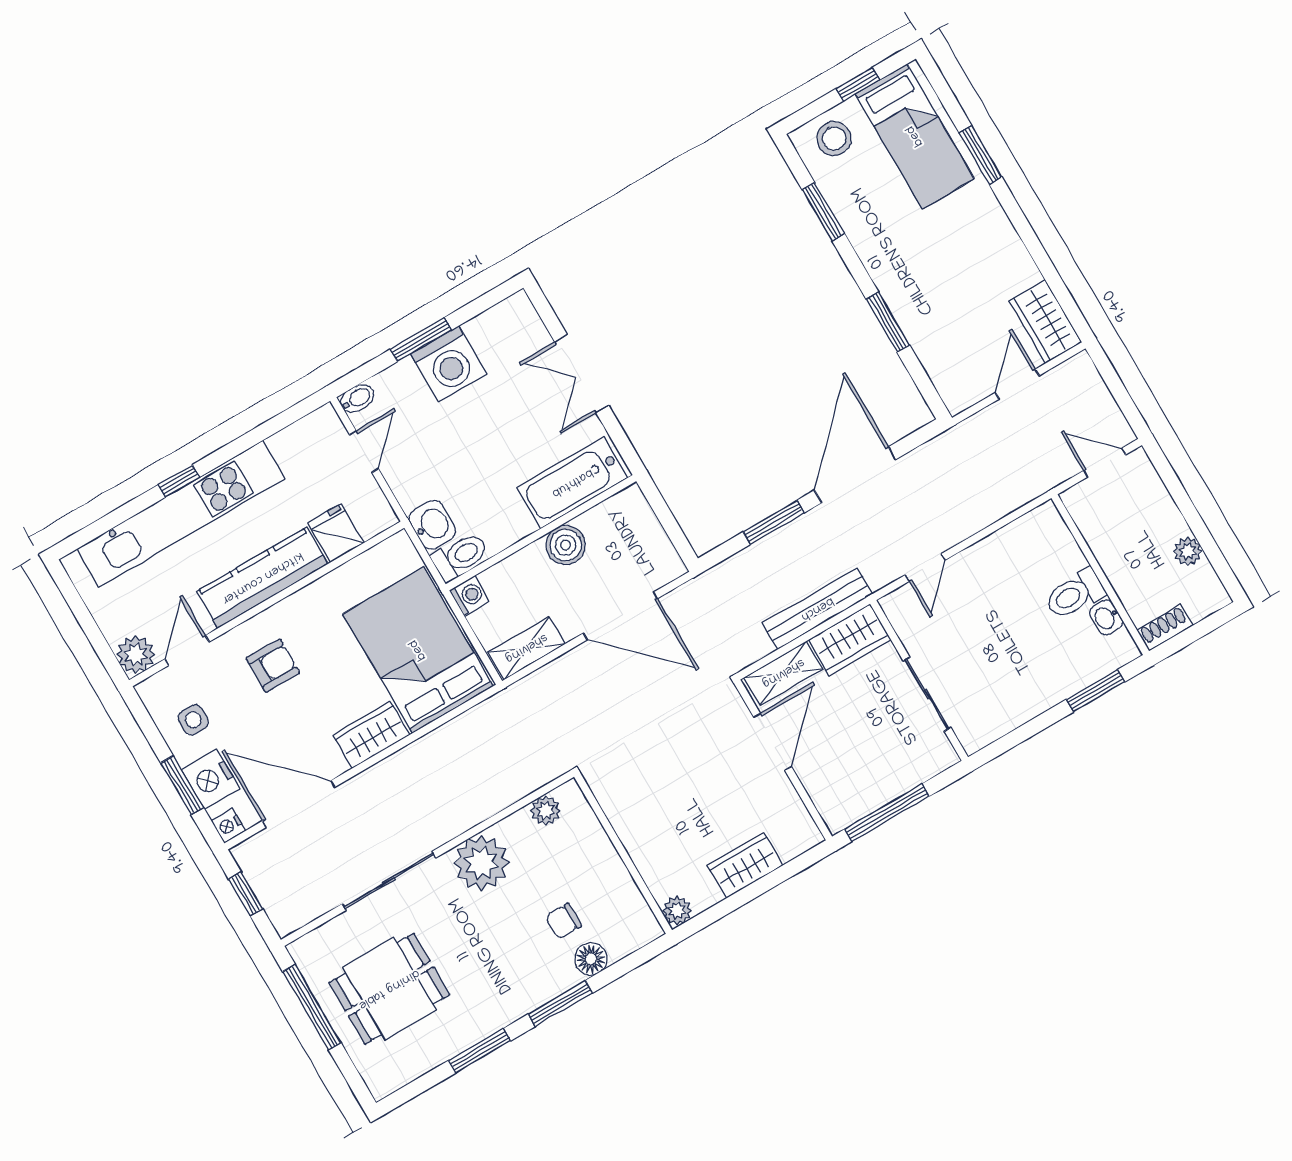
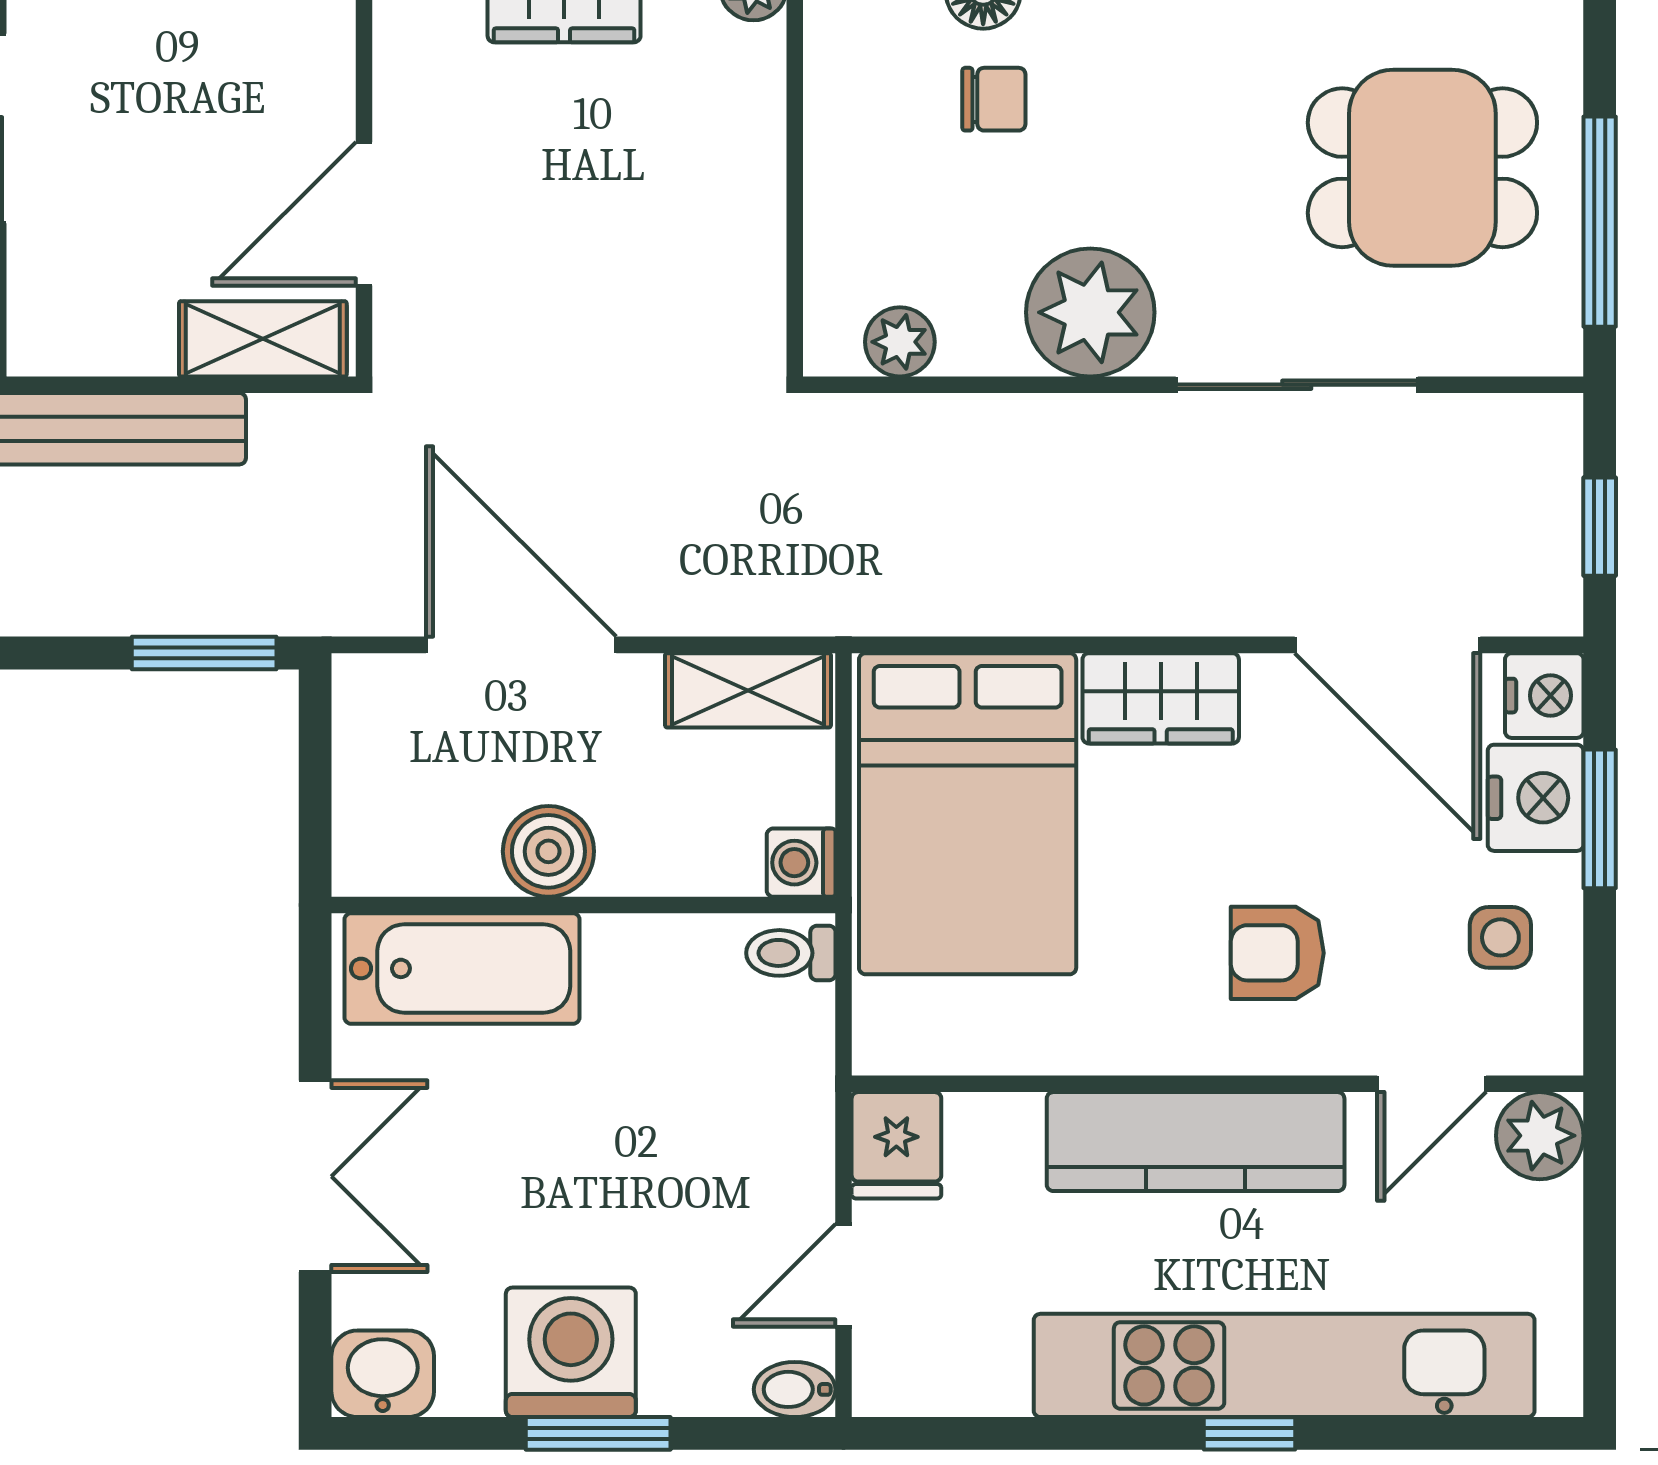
window: (774, 522) -> (204, 653), moved
washbasin: (432, 525) -> (383, 1374), moved, turned 90
fridge: (336, 533) -> (896, 1145), moved
toilet: (460, 556) -> (791, 953), width x0.73, depth x0.72
wardrobe: (850, 640) -> (89, 328), removed
nightstand: (228, 826) -> (1544, 696), width x1.39, depth x1.35

